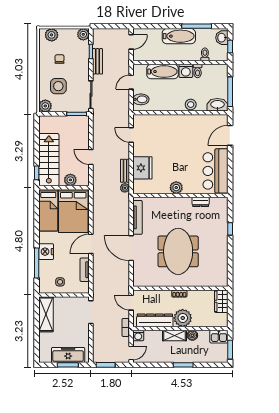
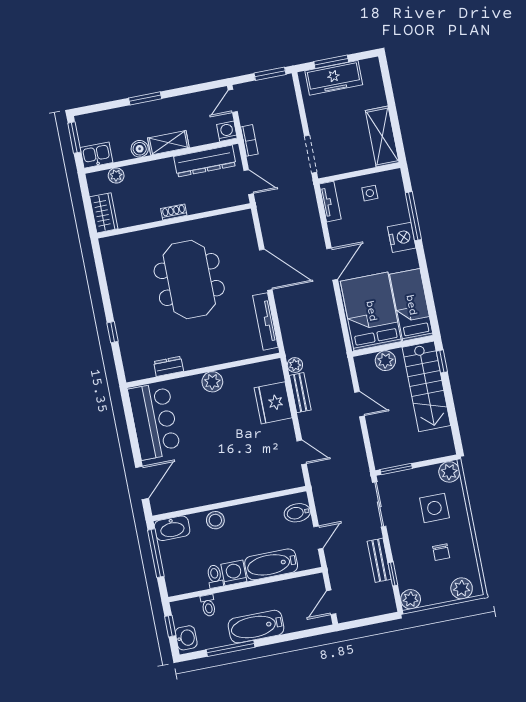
tv unit: (85, 270) -> (330, 202), moved
plant: (183, 318) -> (116, 176), moved, width x0.53, depth x0.53

